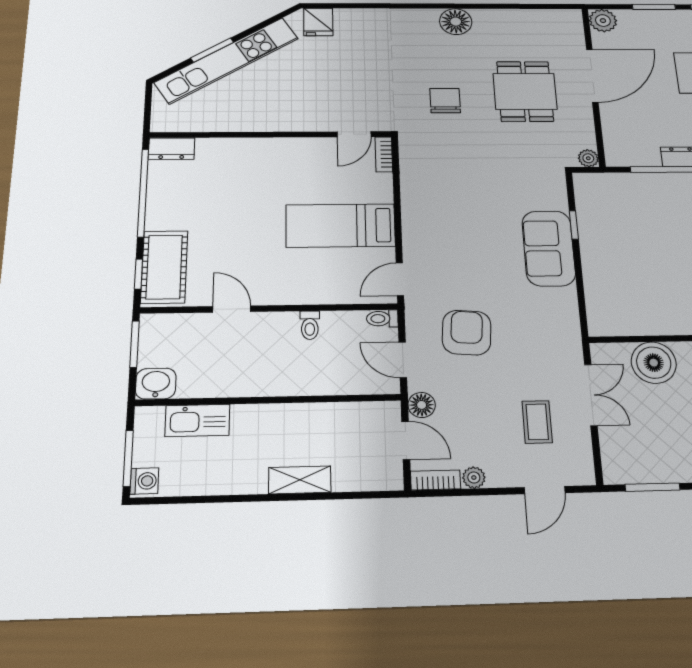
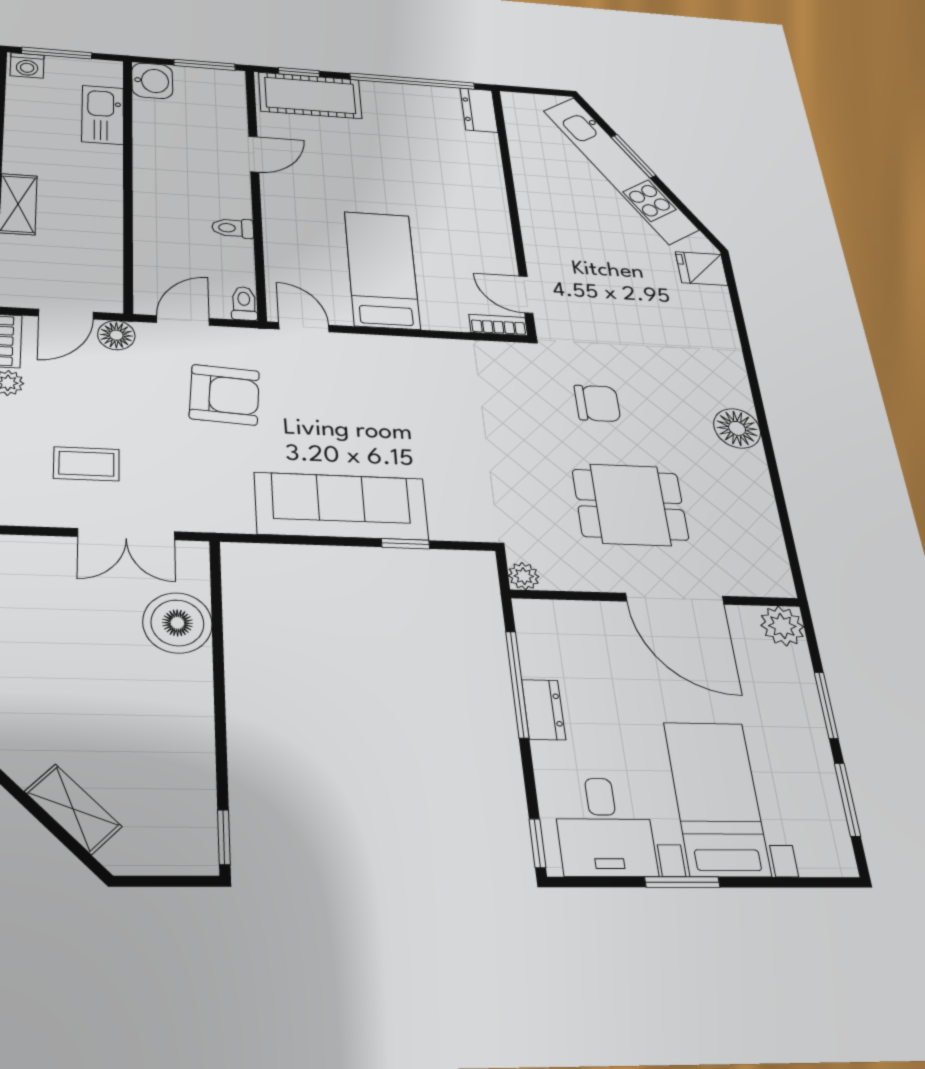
sofa: (549, 248) -> (341, 506), width x1.36

